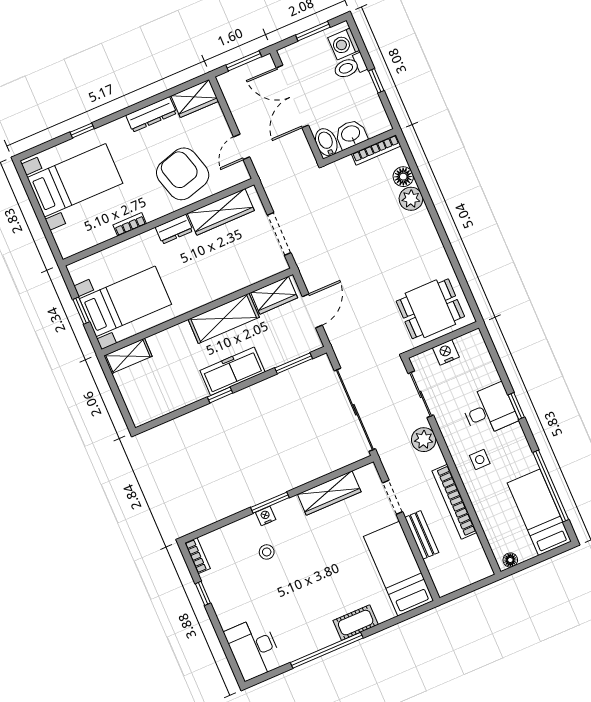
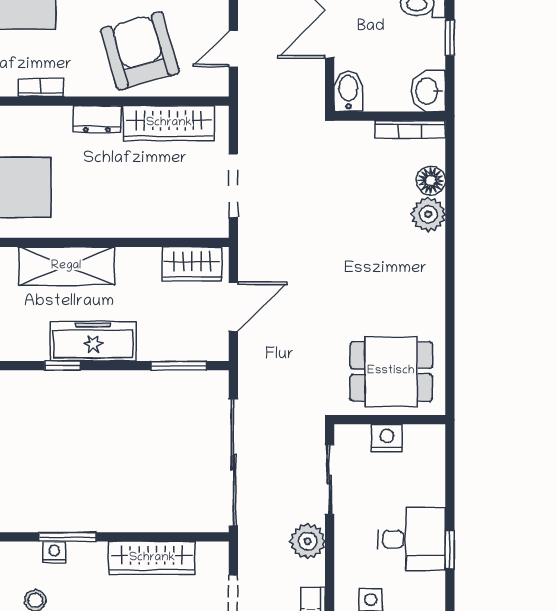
washbasin: (351, 134) -> (428, 91), moved, turned -90
shelving: (224, 318) -> (66, 266), moved

